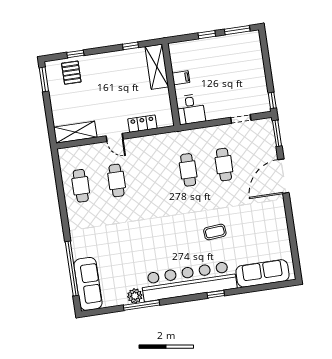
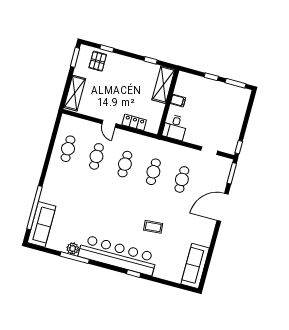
shelving: (75, 132) -> (75, 93), moved, turned 90
cafe table: (152, 175) -> (125, 164), added
sofa: (263, 273) -> (195, 266), moved, turned -90

